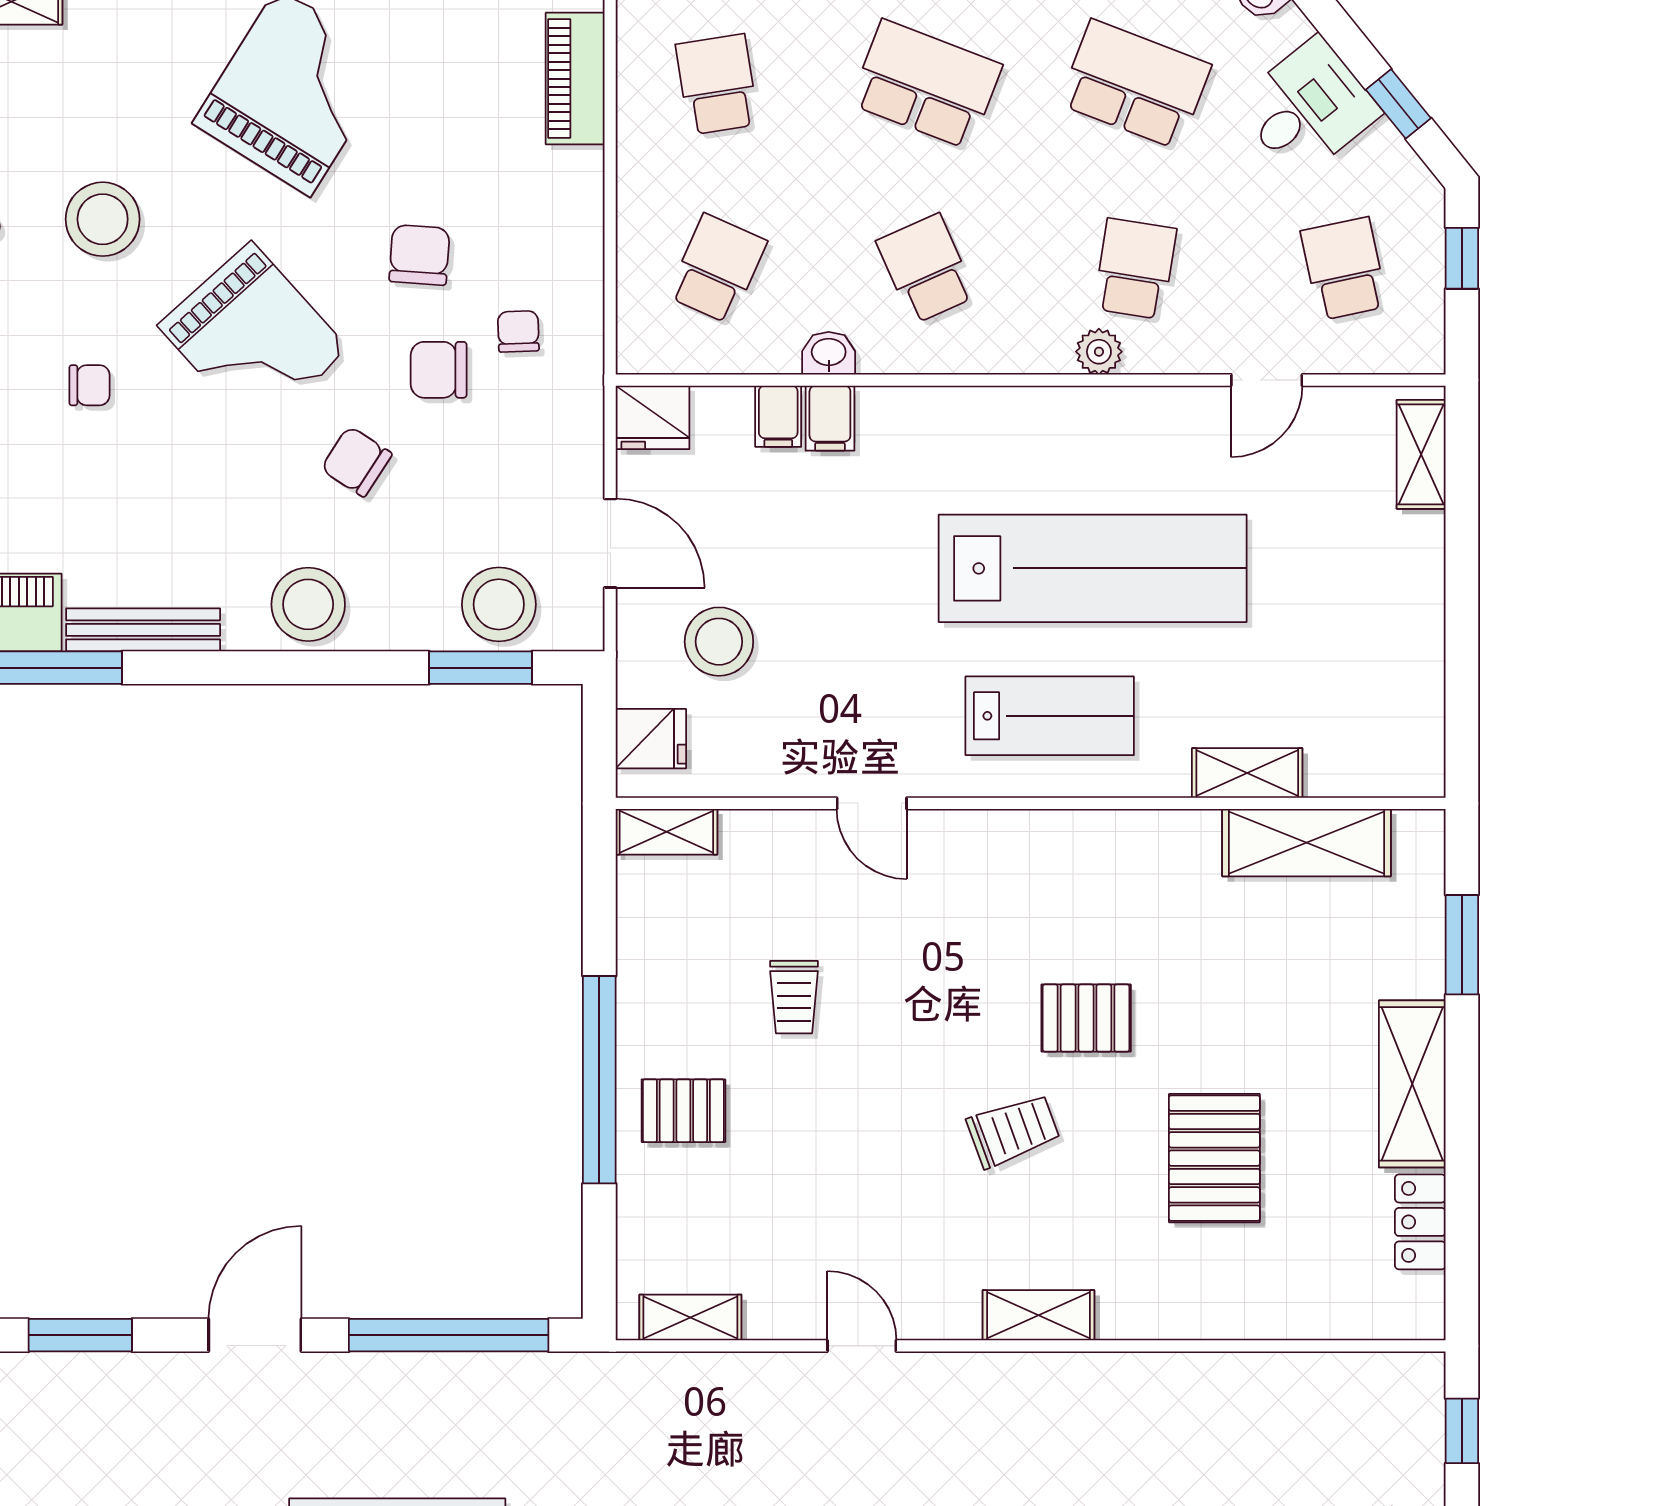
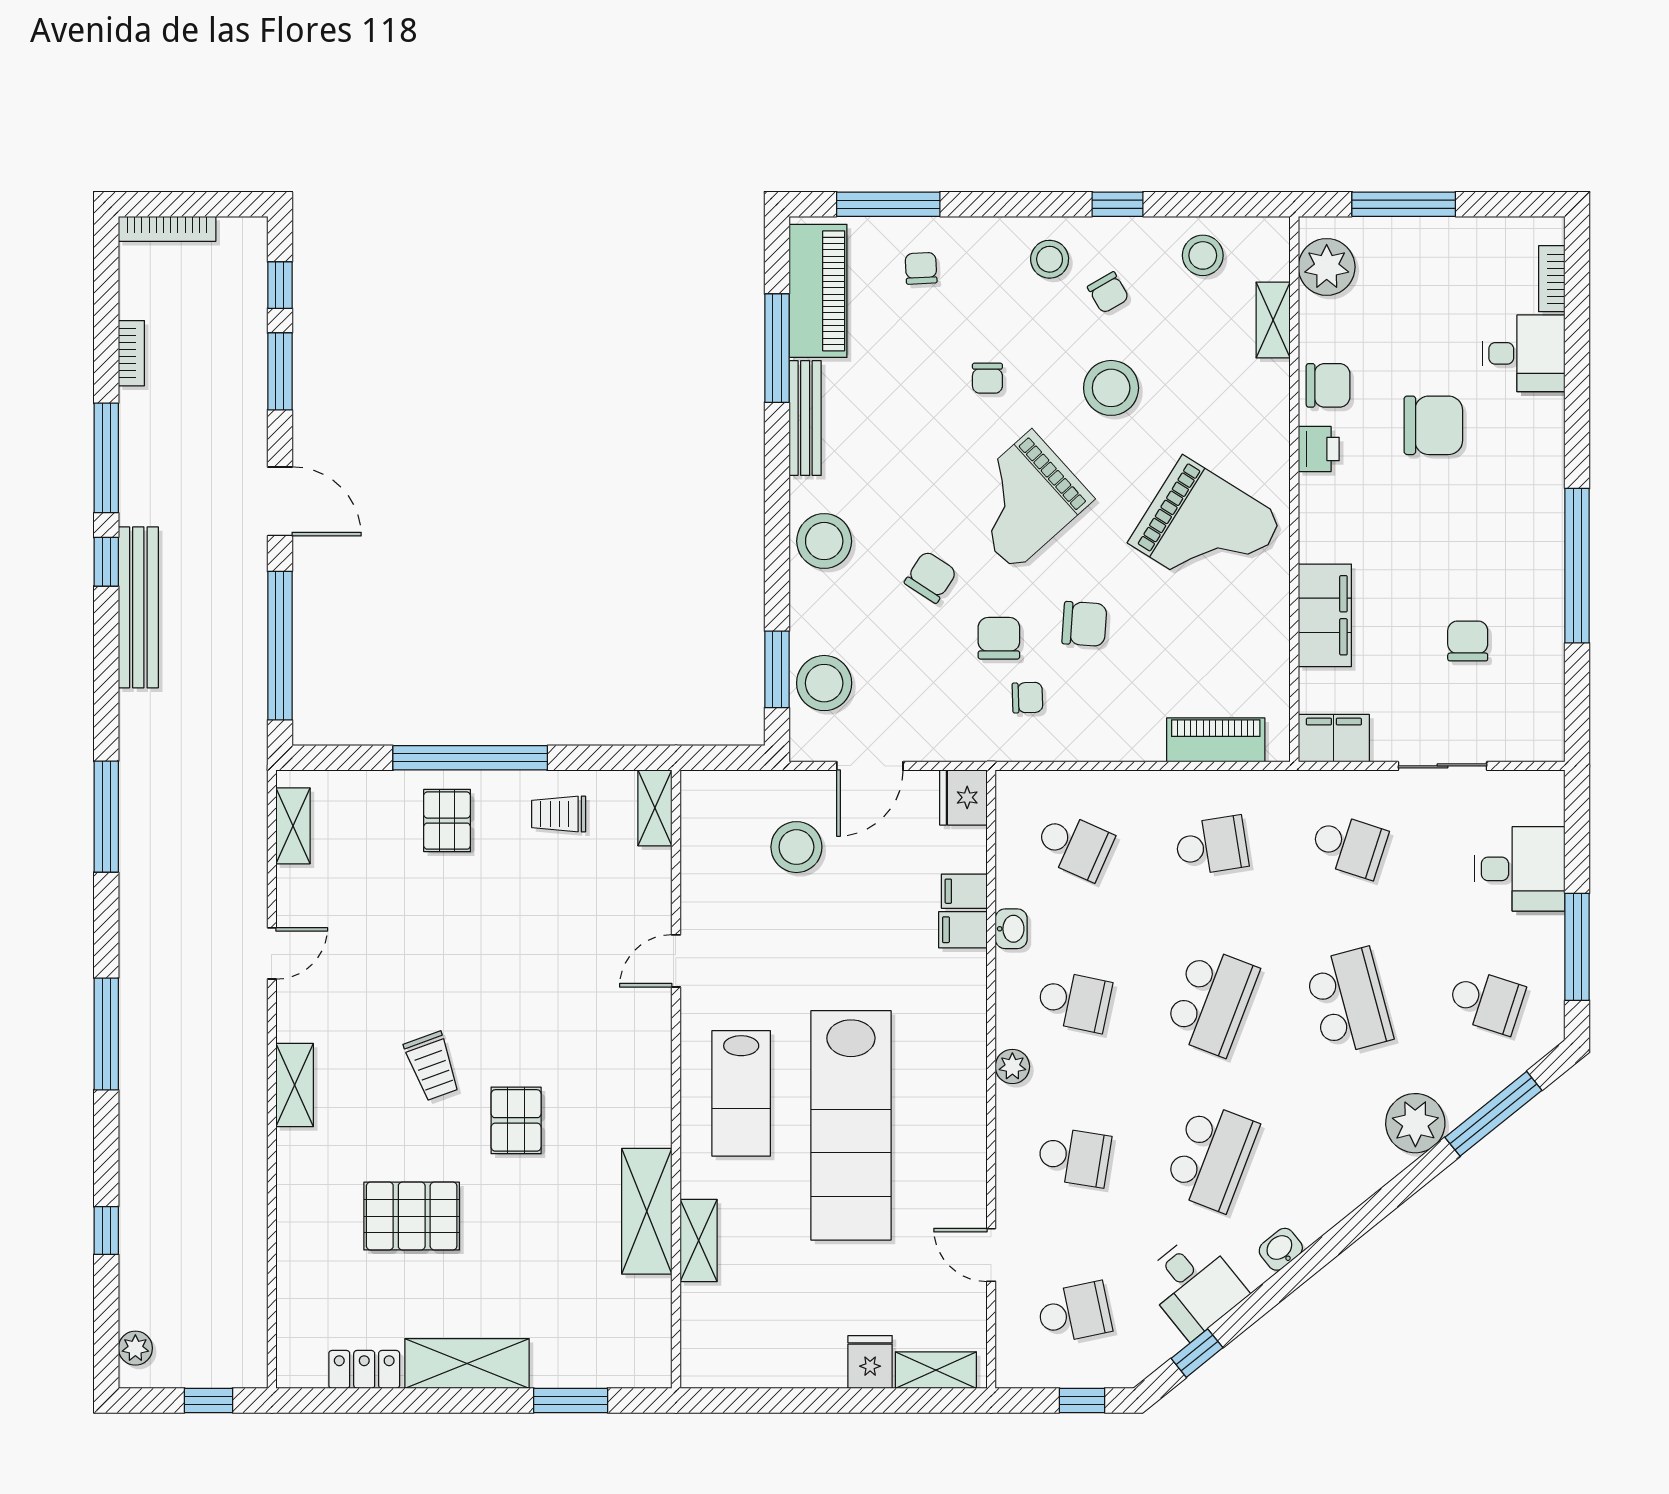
school desk: (926, 269) -> (1074, 1001), turned 36
plant: (1099, 352) -> (1012, 1066), moved
fridge: (651, 739) -> (870, 1362), moved, turned 180
shelving: (1307, 843) -> (647, 1211), moved
trolley: (794, 997) -> (559, 814), moved

